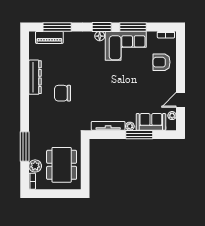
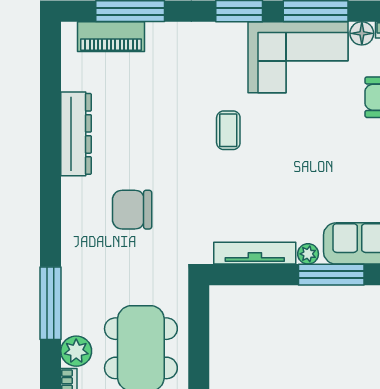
floor lamp: (100, 36) -> (362, 33), moved
coffee table: (97, 76) -> (228, 130), added
chair: (63, 93) -> (132, 210), moved

